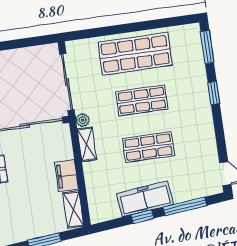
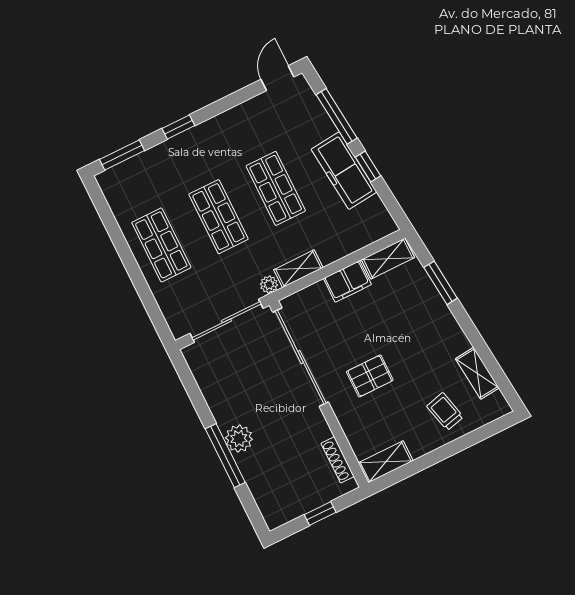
shop shelf: (135, 54) -> (161, 245), width x0.70, depth x0.74

